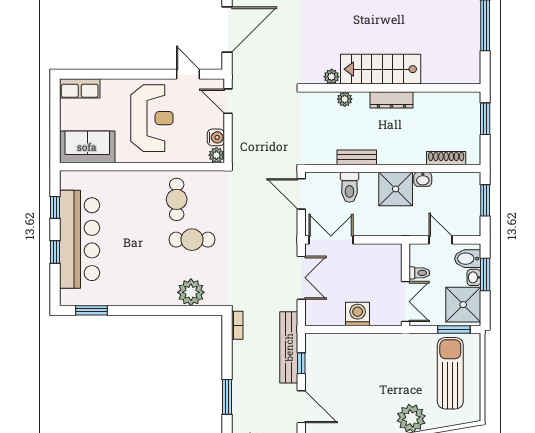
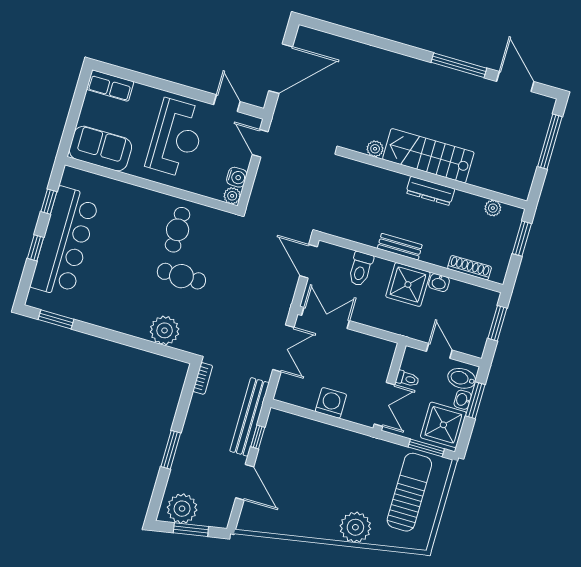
plant: (345, 99) -> (493, 208), moved
bench: (357, 157) -> (400, 247), moved

